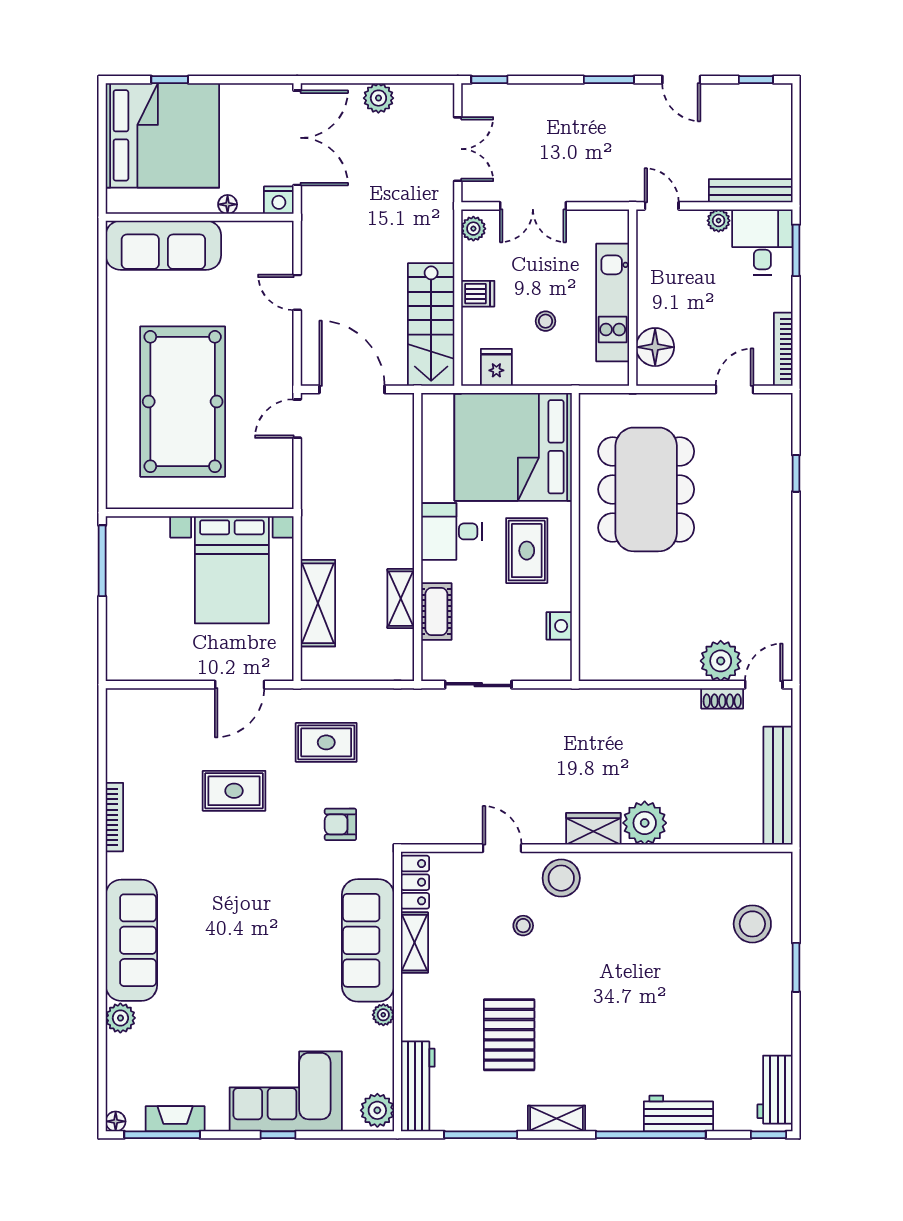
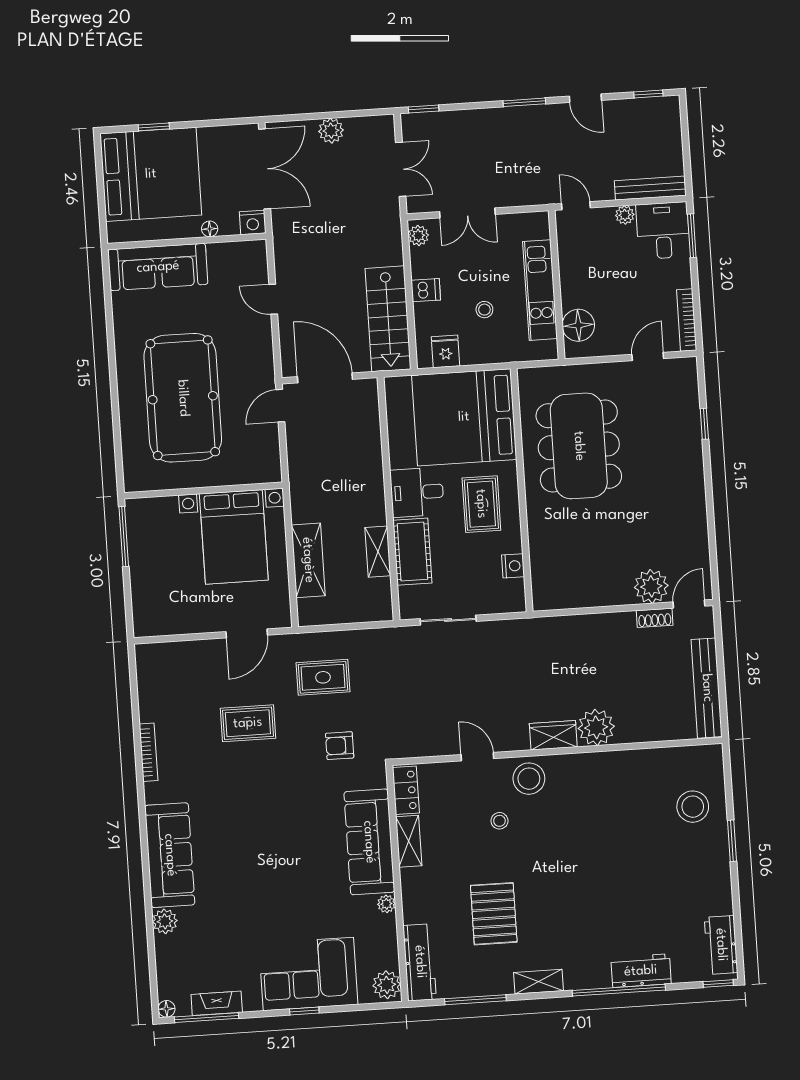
cot: (436, 611) -> (412, 552), width x1.37, depth x1.34

